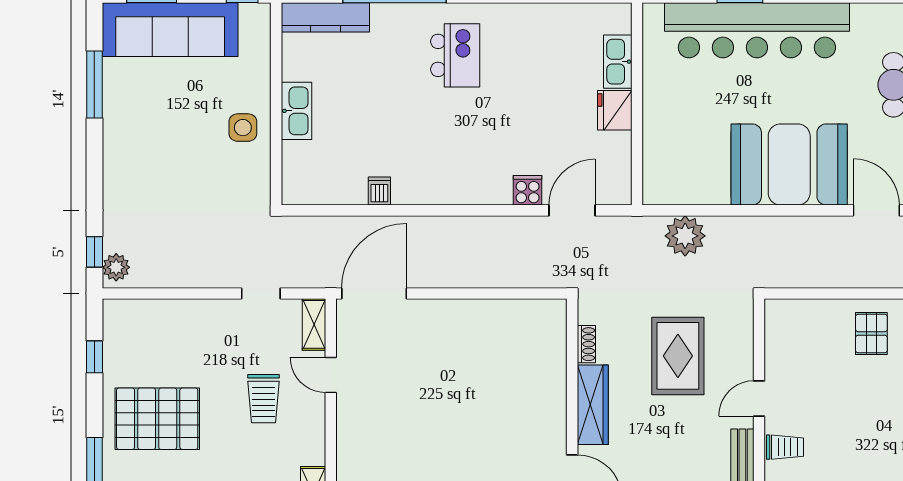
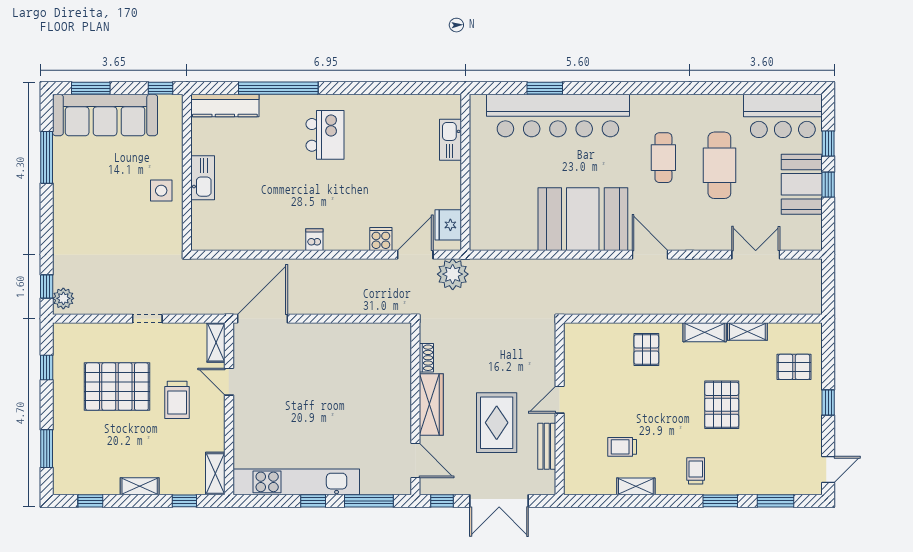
fridge: (615, 110) -> (448, 225), moved
dishwasher: (379, 191) -> (314, 240), moved
plant: (685, 236) -> (453, 274), moved
doorway: (261, 293) -> (147, 319), moved
rug: (678, 356) -> (497, 423), moved
pallet: (157, 419) -> (117, 387), moved
trolley: (785, 447) -> (622, 447), moved, turned 180

